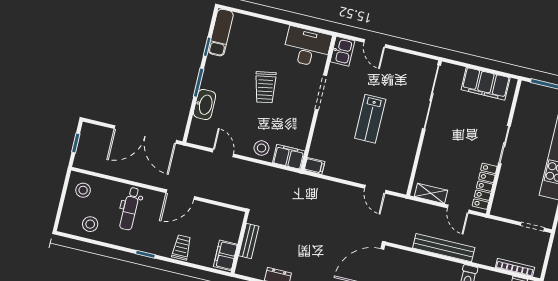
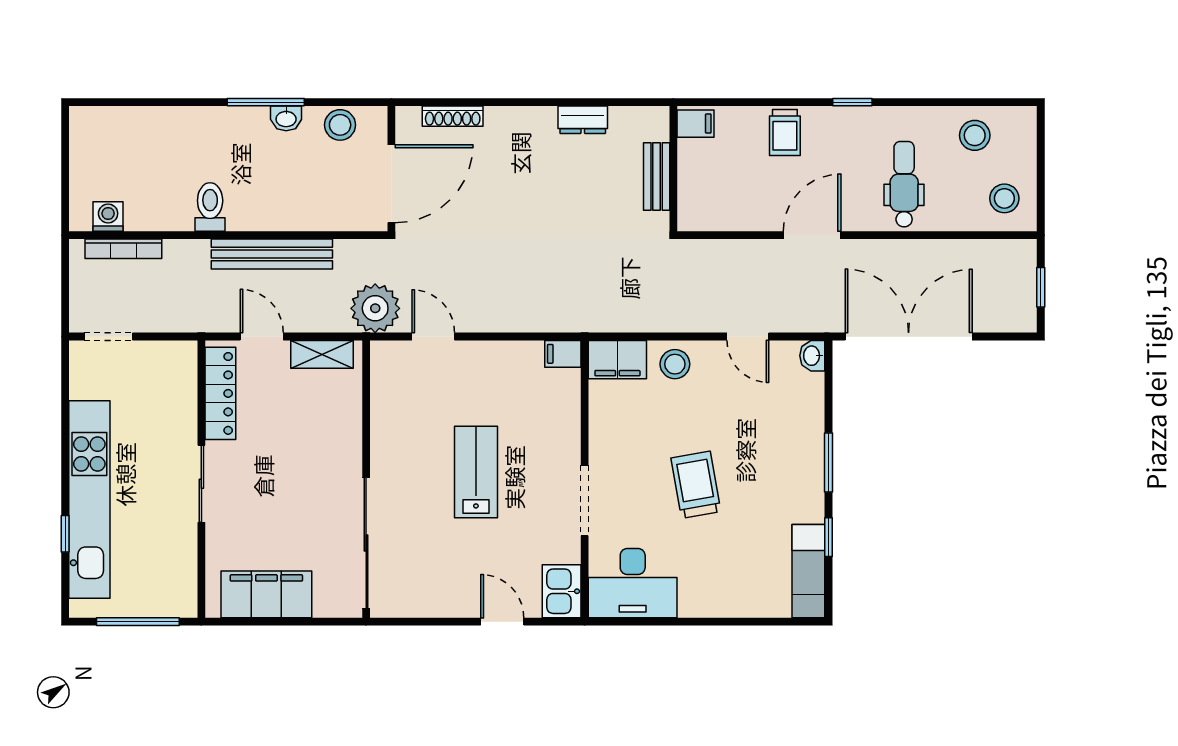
washbasin: (204, 104) -> (812, 356), moved, width x0.52, depth x0.69
plant: (400, 210) -> (375, 308), added
filing cabinet: (225, 255) -> (695, 124), width x0.50

